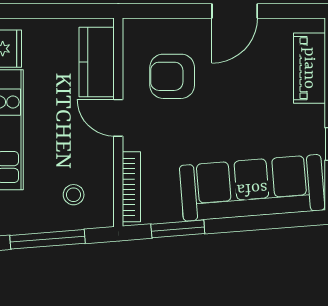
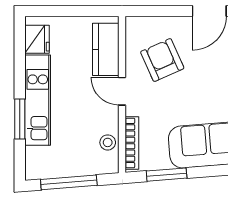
armchair: (172, 76) -> (162, 60), turned 66
stool: (74, 195) -> (108, 142), moved

